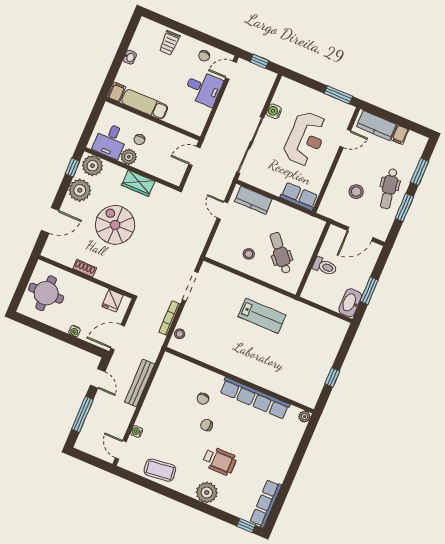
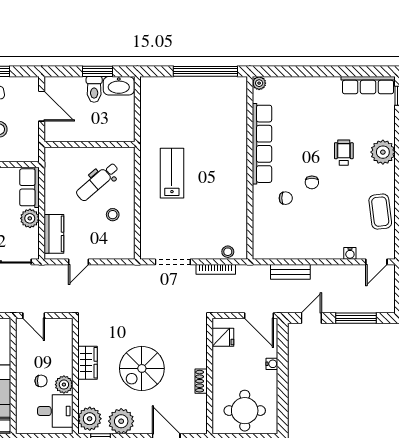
plant: (274, 186) -> (30, 218), added
toilet: (325, 266) -> (94, 89), moved, turned 180
window: (332, 377) -> (205, 71), width x3.17
bench: (140, 383) -> (290, 272), width x0.73
wheelchair: (220, 461) -> (344, 153), width x0.73, depth x0.73

